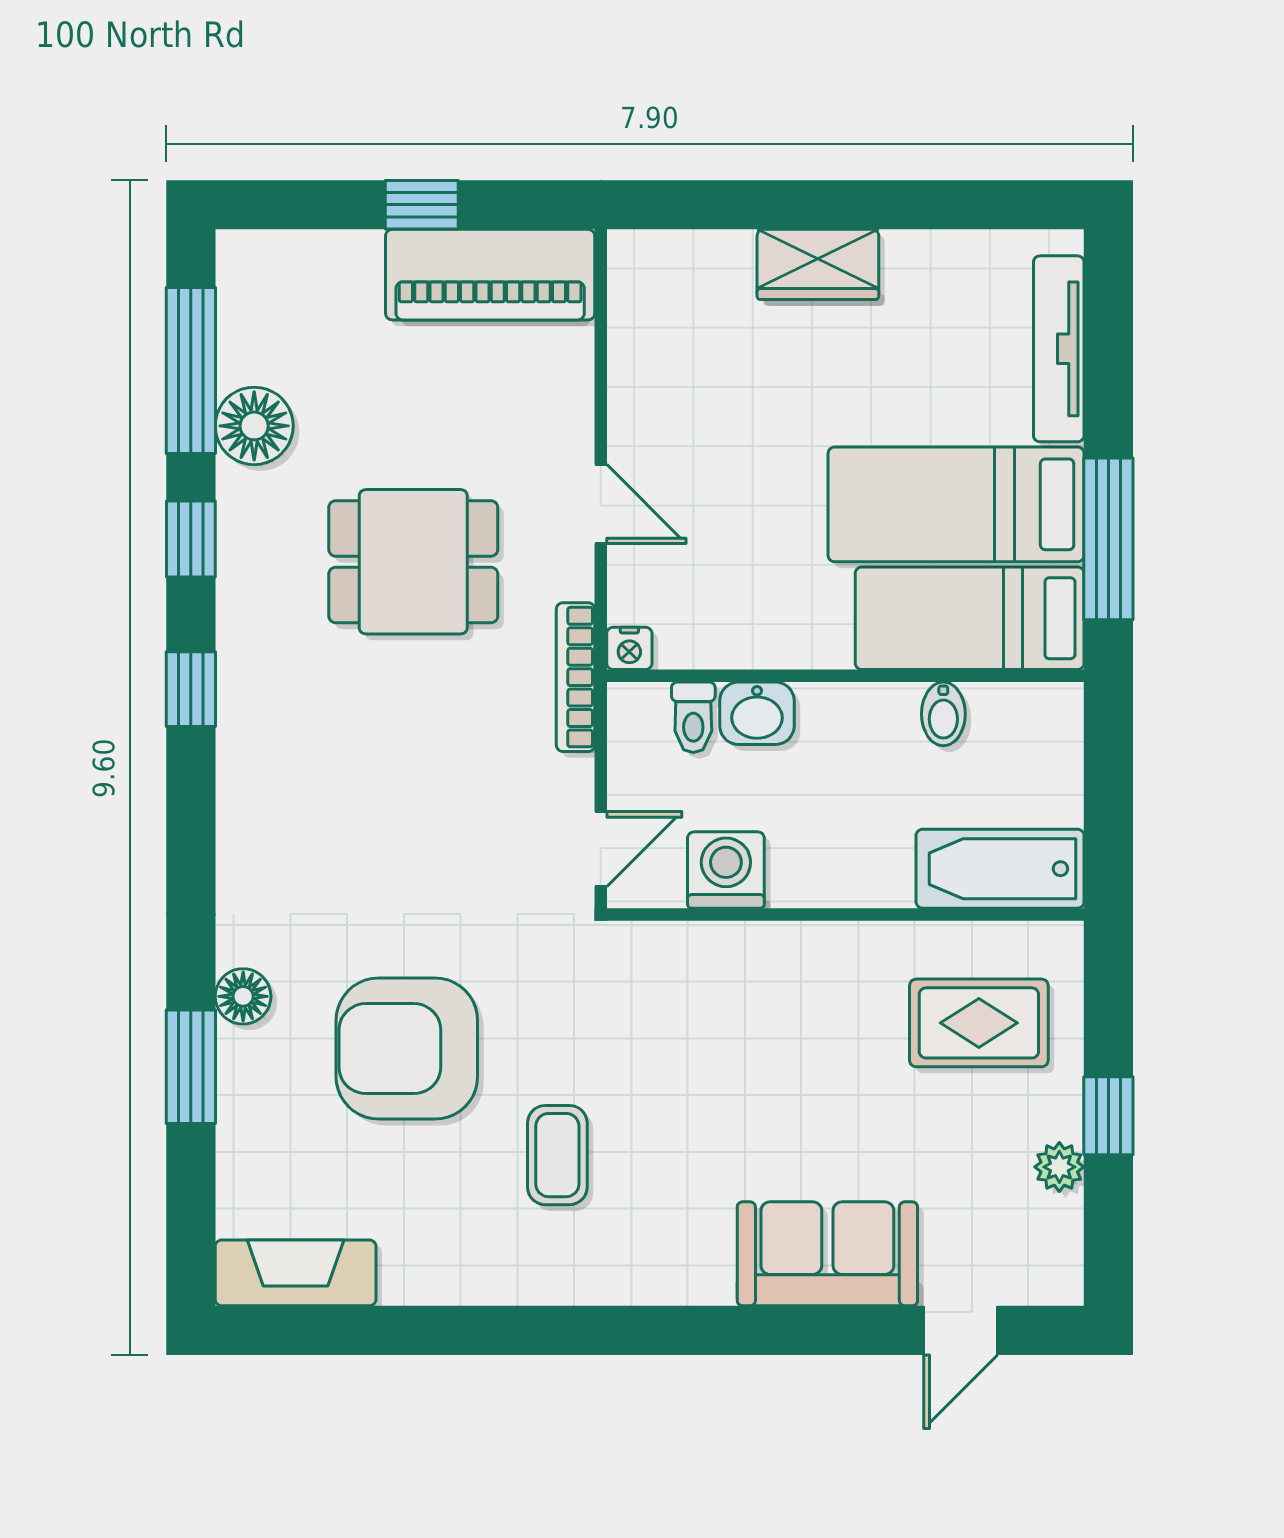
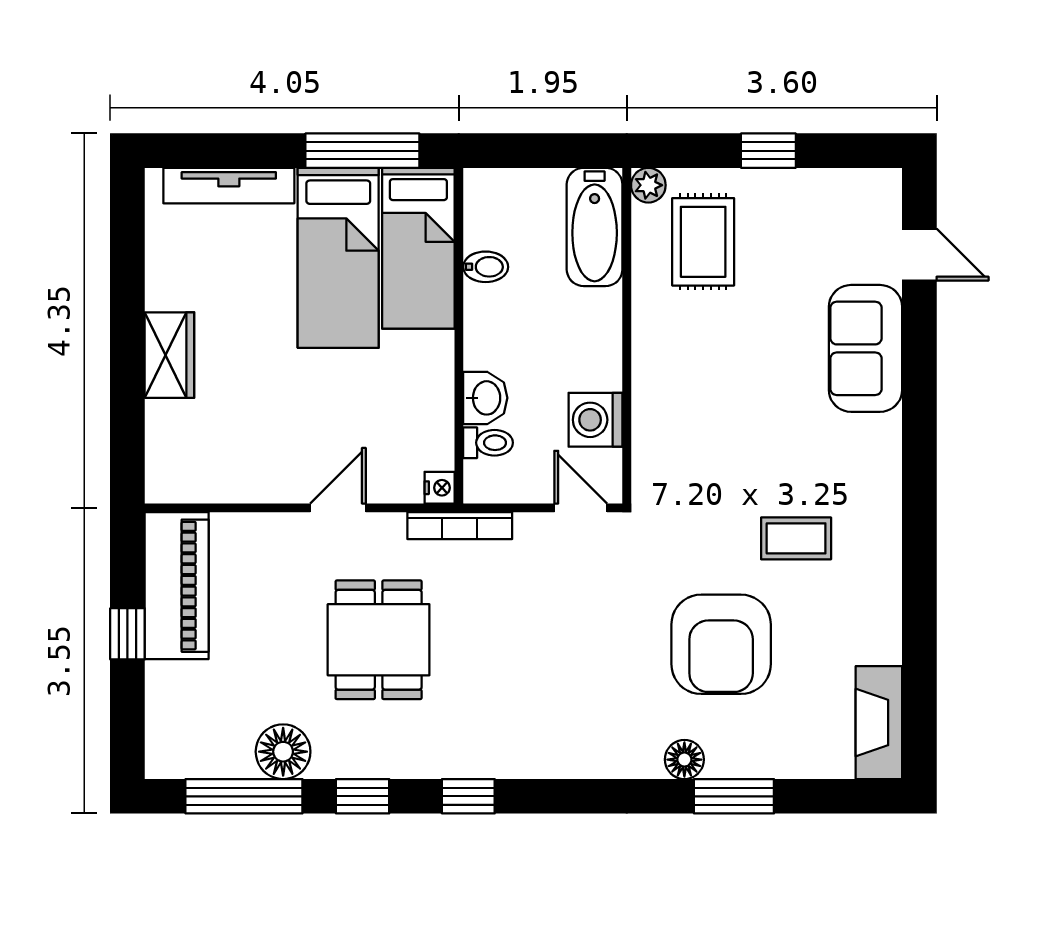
plant: (1059, 1167) -> (648, 185), moved

